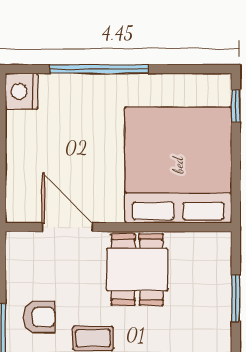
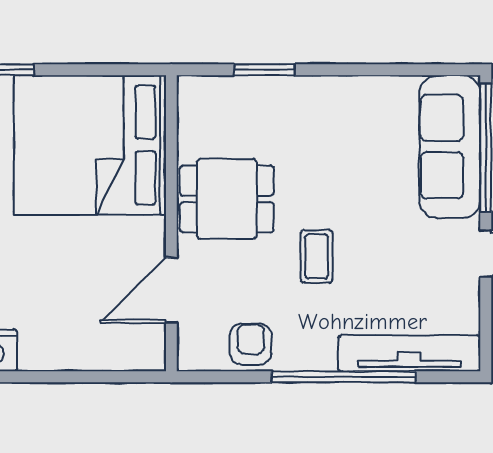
armchair: (39, 317) -> (251, 344), moved

